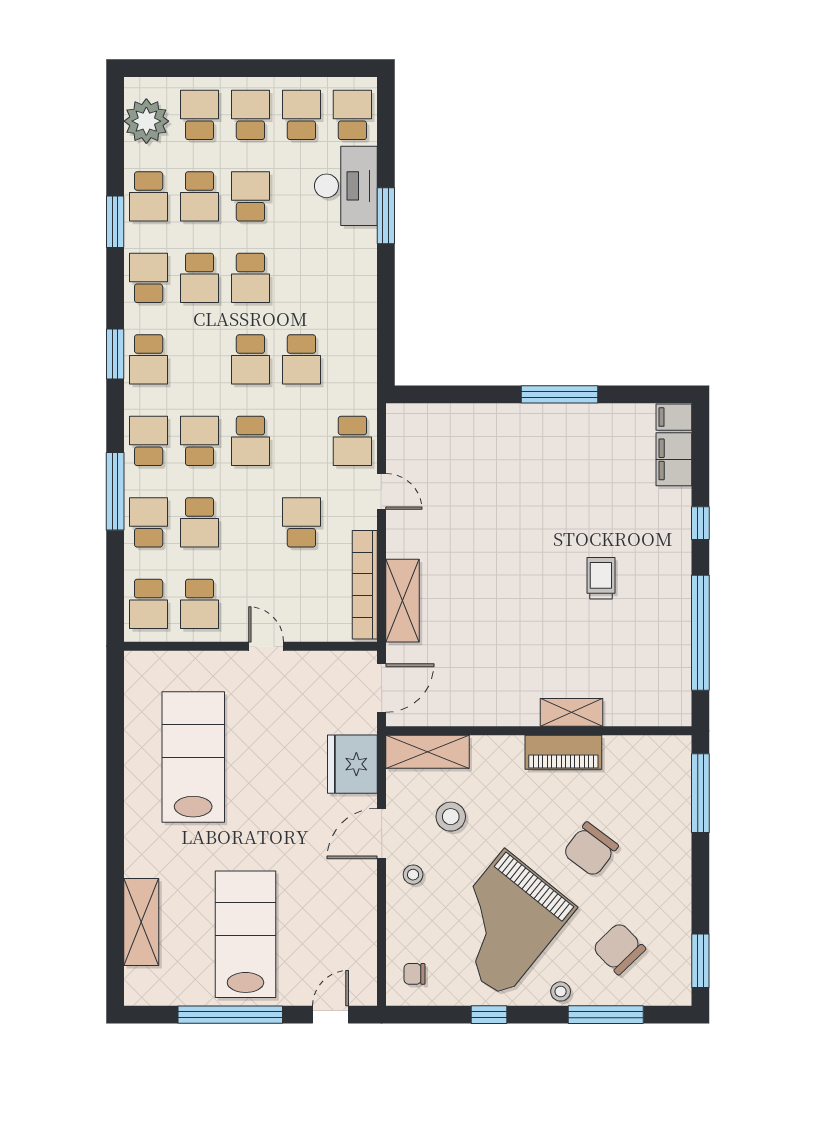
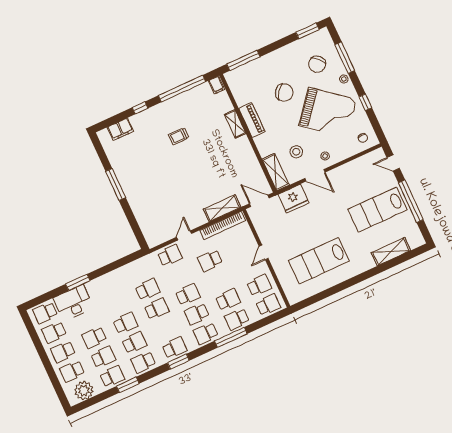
filing cabinet: (674, 417) -> (217, 85), moved

